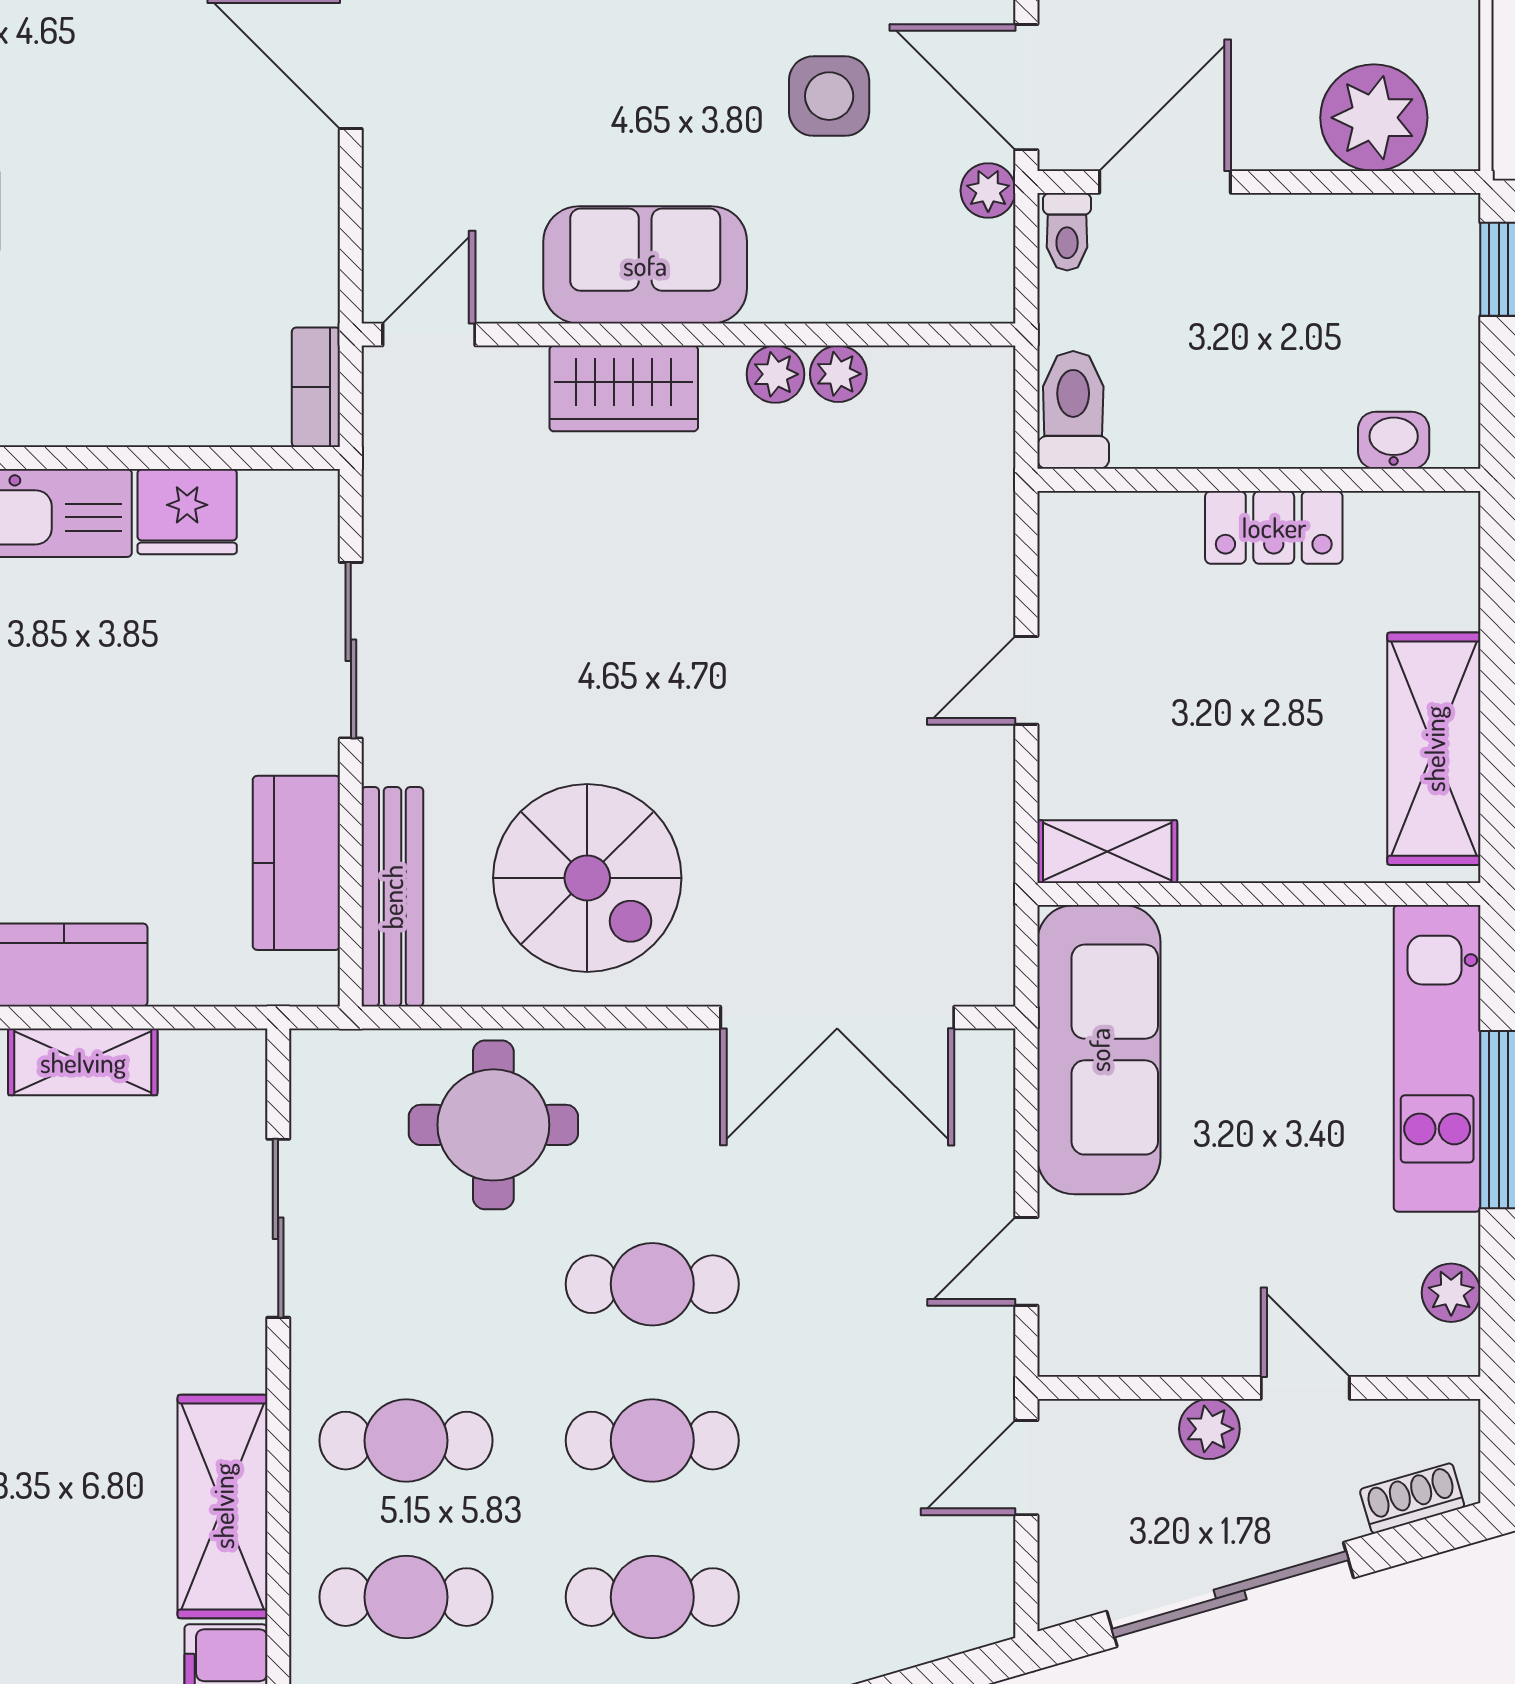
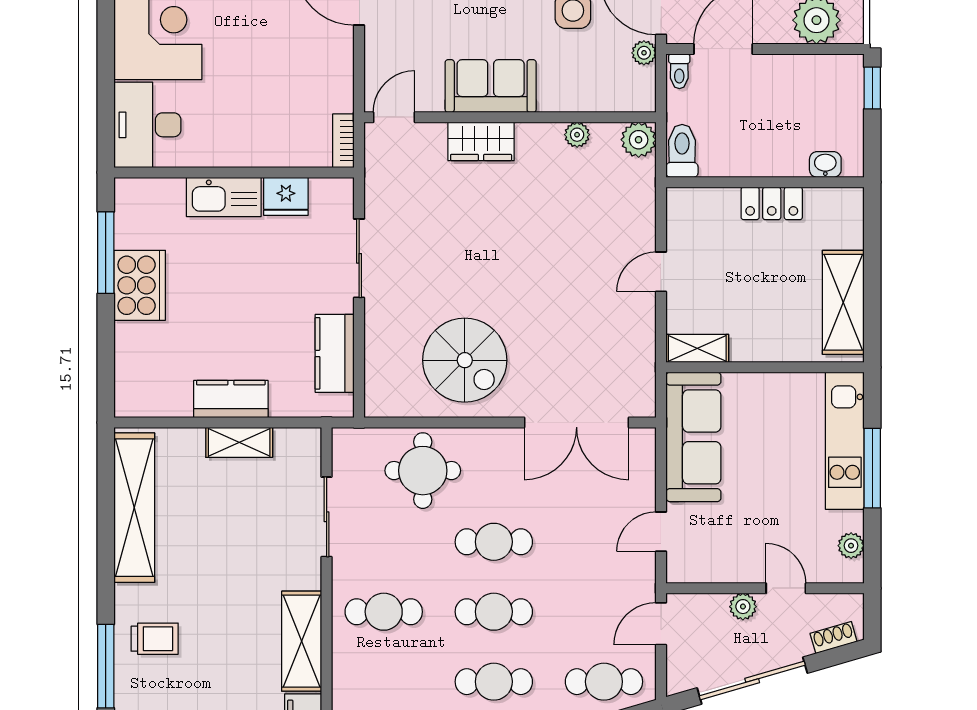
plant: (775, 374) -> (639, 140), moved, width x1.38, depth x1.38
bench: (392, 897) -> (378, 369), removed
cafe table: (406, 1597) -> (604, 682), moved

